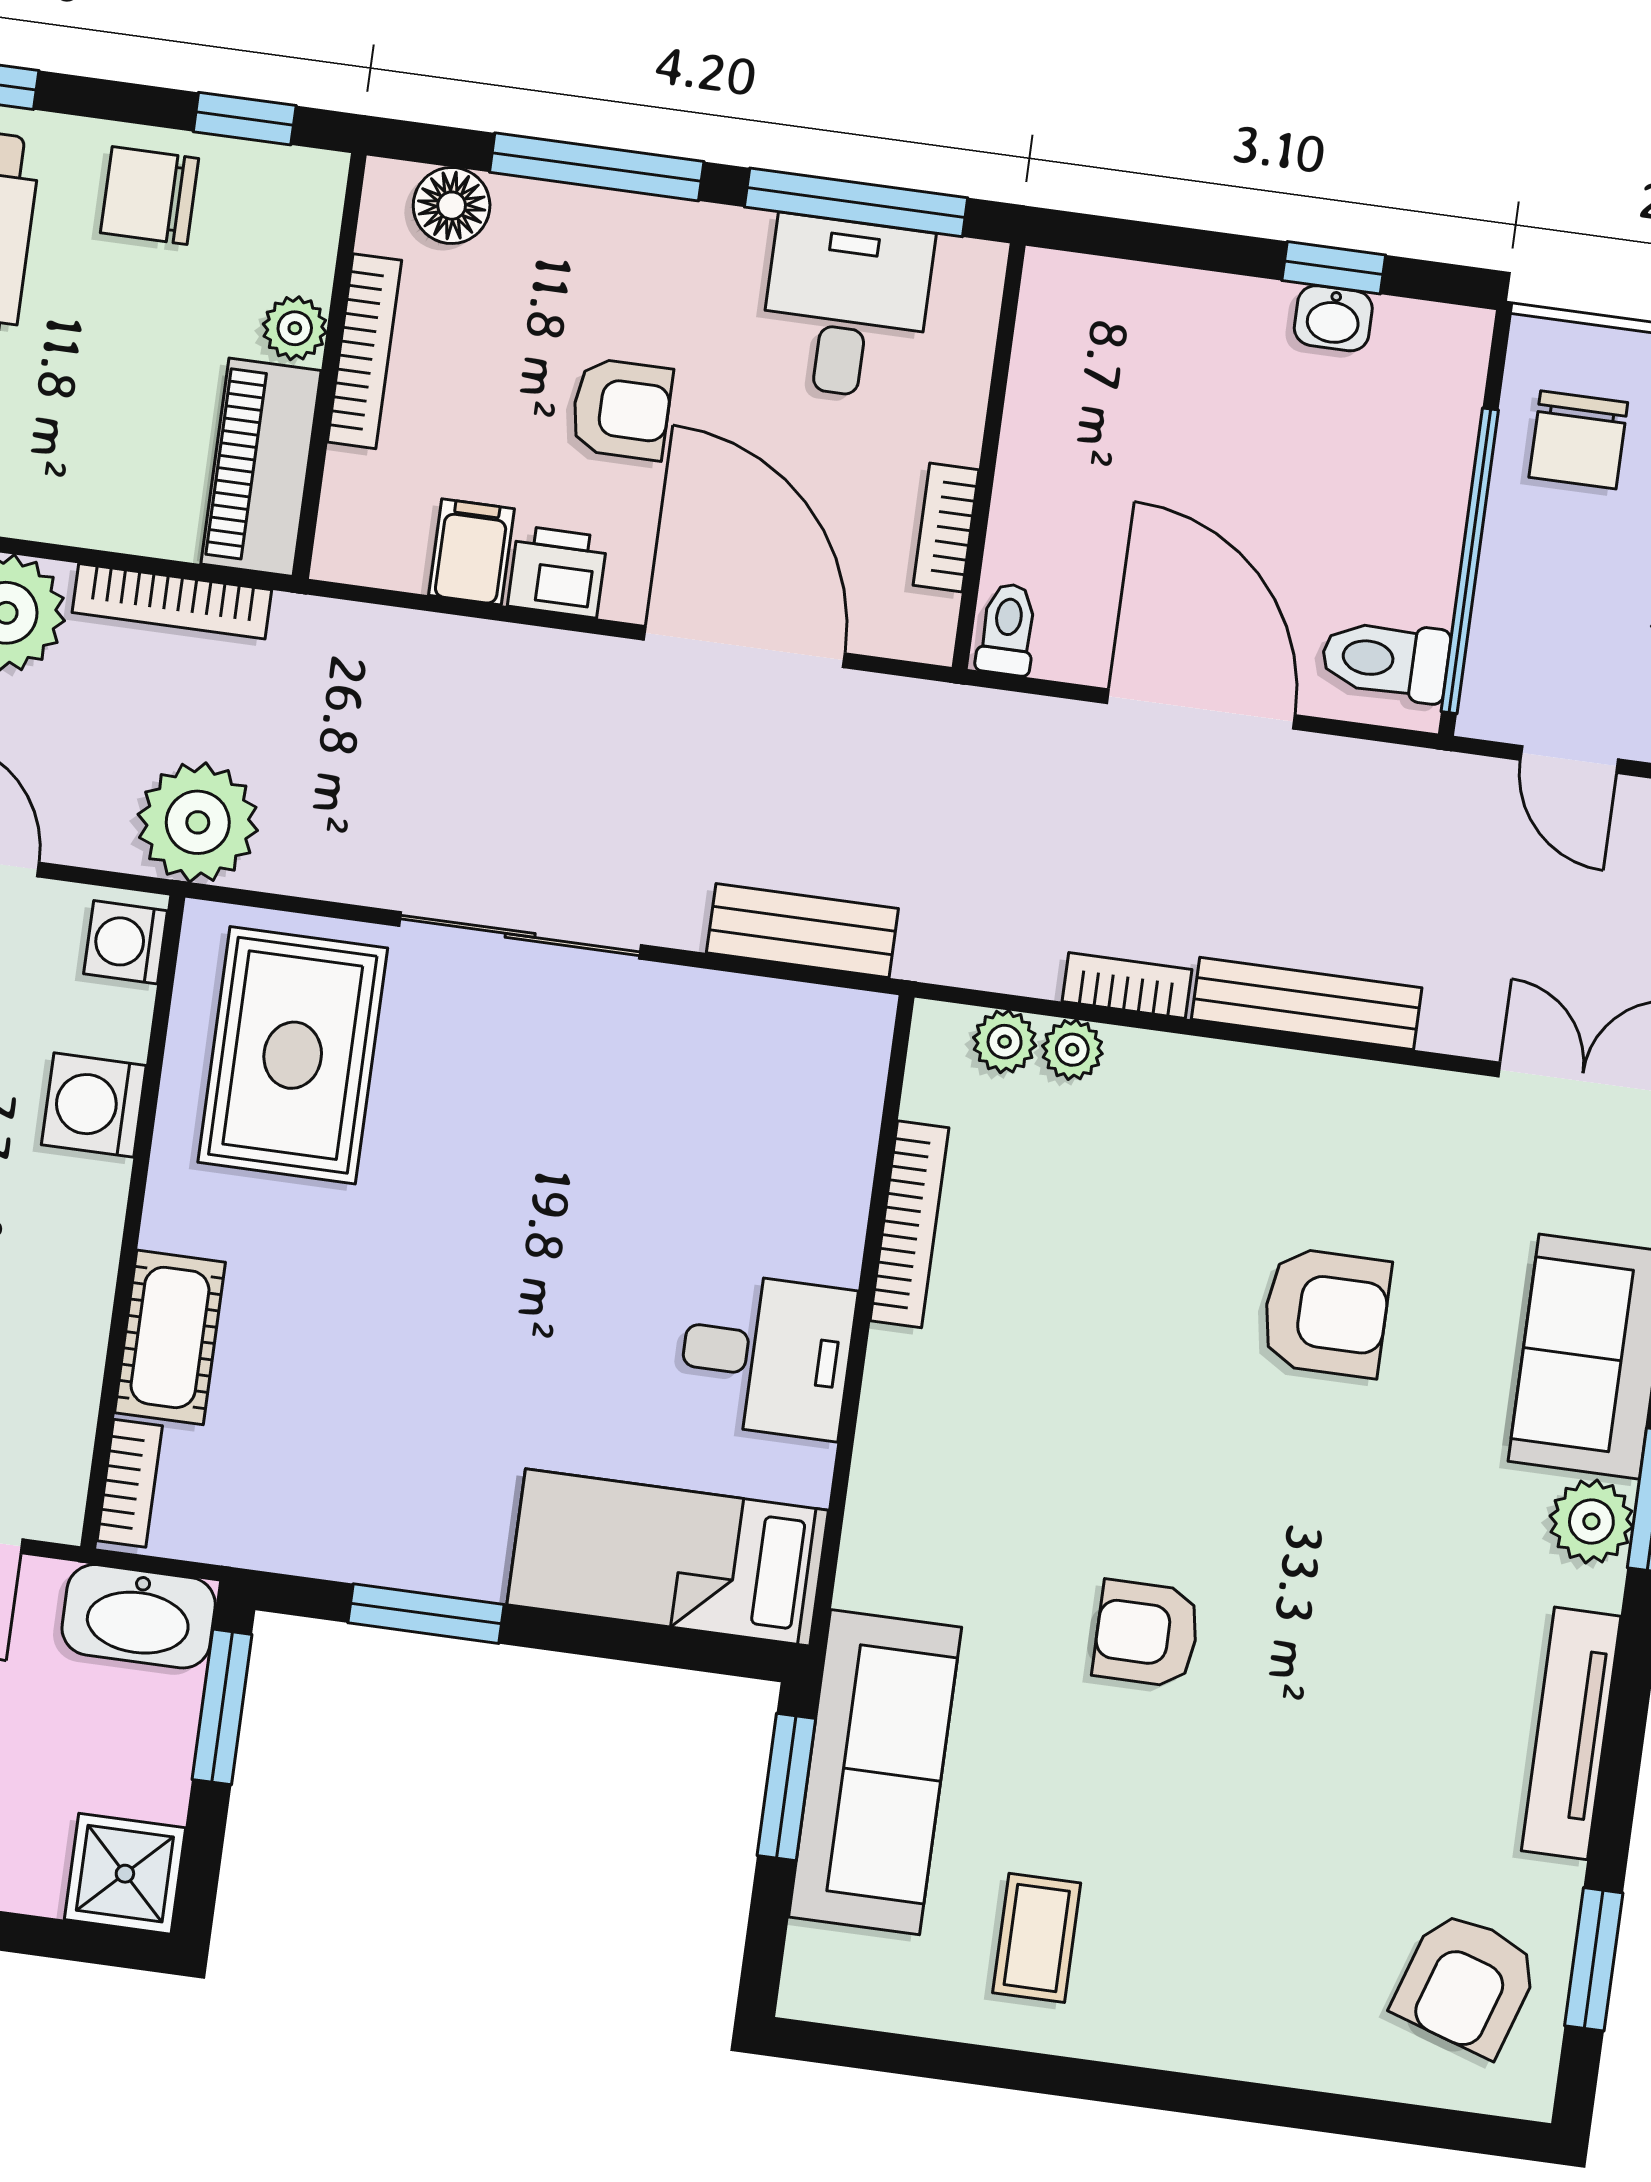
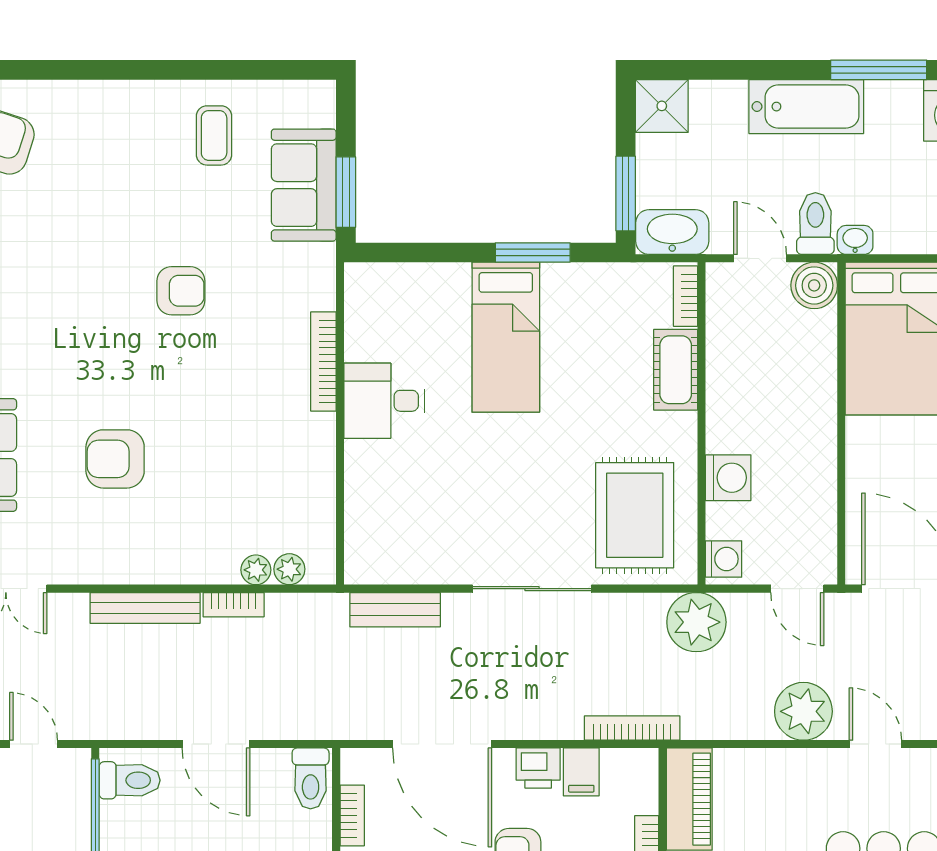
bookcase: (172, 601) -> (632, 728), moved
toilet: (1007, 629) -> (311, 778), width x1.37, depth x1.39
door: (1201, 709) -> (216, 744), width x0.73
bookcase: (910, 1224) -> (323, 361), moved
bed: (668, 1557) -> (506, 337), moved, turned 90
sofa: (875, 1772) -> (304, 185), width x0.73

